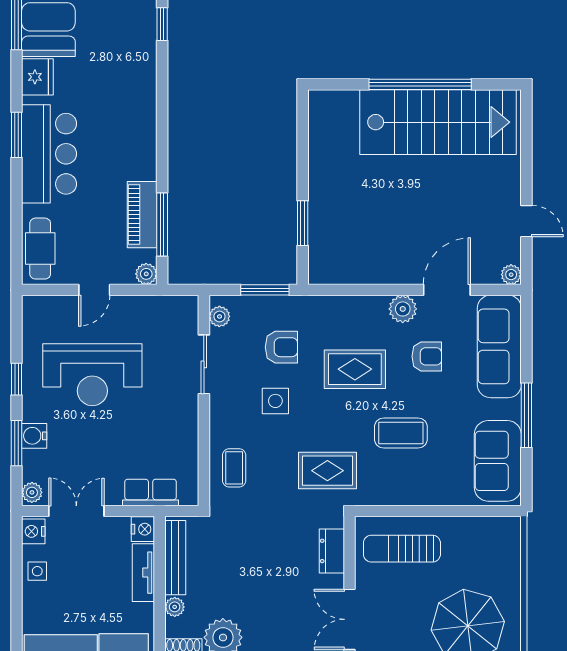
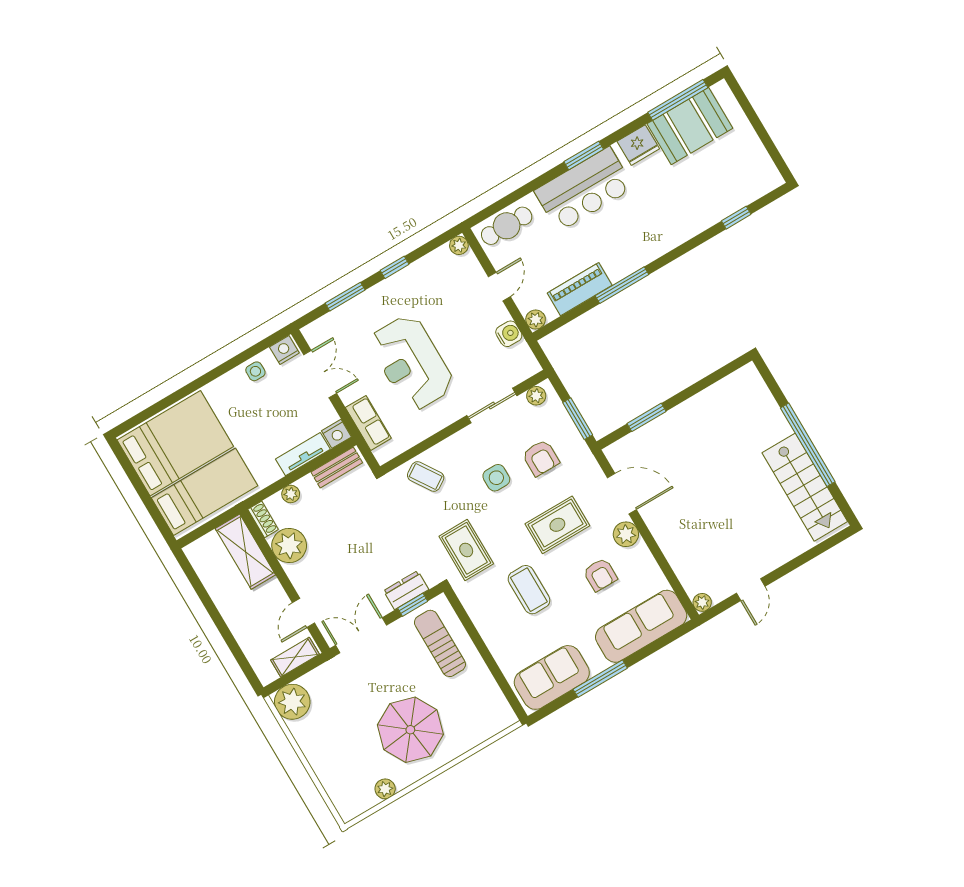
stairs: (438, 122) -> (805, 487), width x0.73, depth x0.66
window: (162, 225) -> (622, 285), moved
door: (94, 290) -> (499, 287), swing flipped
door: (447, 290) -> (622, 494), moved
rug: (355, 369) -> (557, 525), turned 90
reception desk: (92, 375) -> (411, 363), moved
water cooler: (34, 436) -> (509, 334), moved, turned 90
coffee table: (234, 468) -> (426, 476), turned 57
plant: (32, 492) -> (459, 245), moved
window: (349, 553) -> (413, 605), added
bench: (175, 558) -> (337, 467), width x0.73

